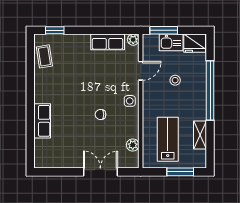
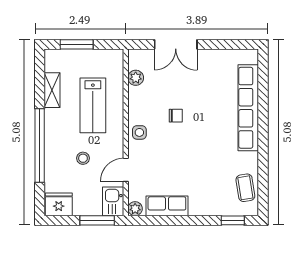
kitchen sink: (171, 42) -> (113, 201), moved, turned -90
row of seats: (42, 121) -> (248, 108), width x2.02
lab bench: (168, 139) -> (93, 105), moved

